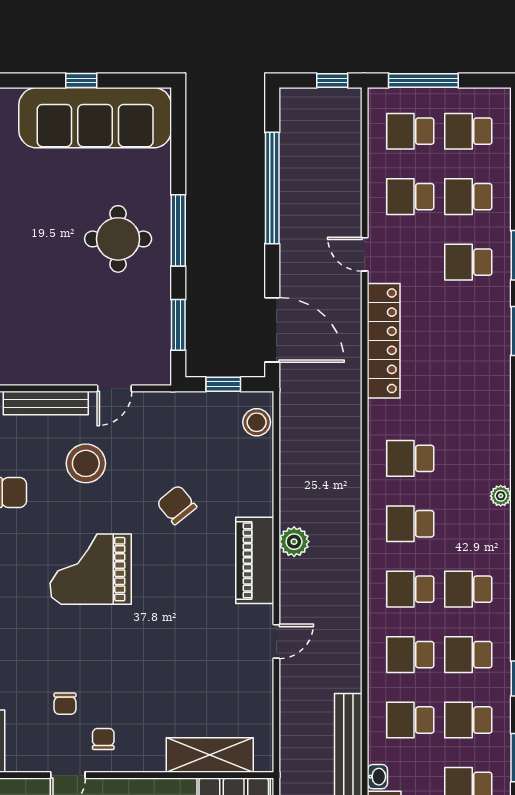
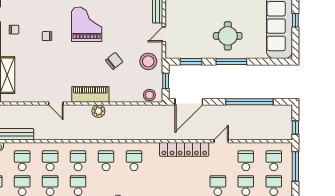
door: (114, 388) -> (164, 34), hinge flipped
stool: (86, 463) -> (148, 61), moved
chair: (65, 704) -> (47, 36), moved

